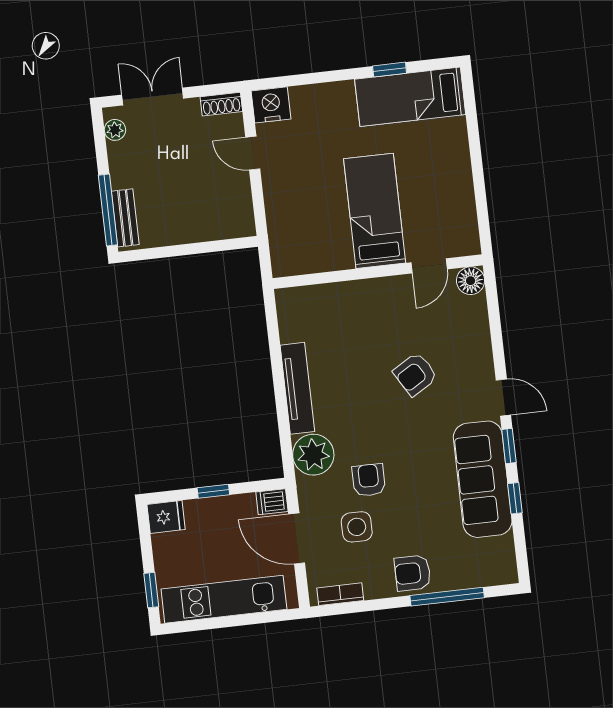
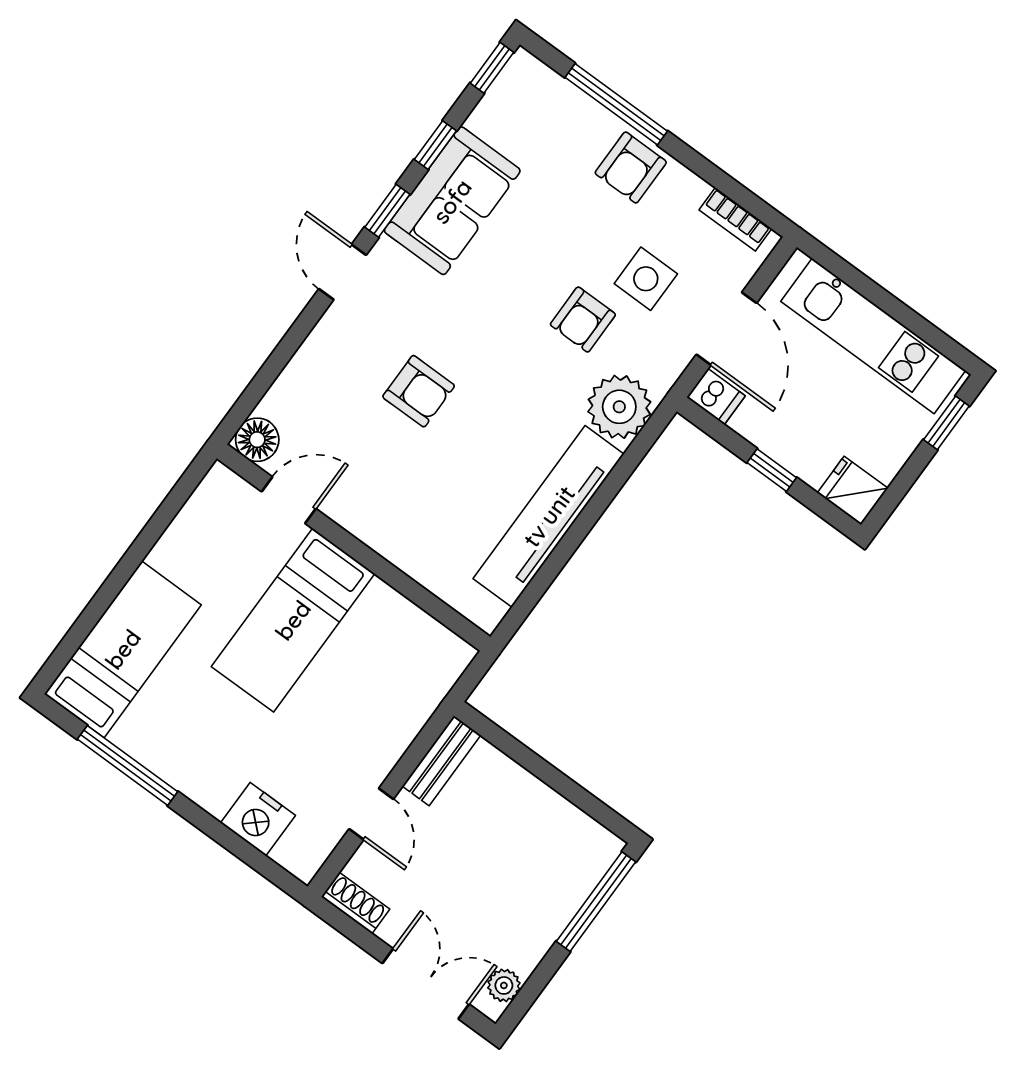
window: (390, 70) -> (127, 765), width x2.17
double door: (153, 97) -> (426, 984), swing flipped
bed: (410, 97) -> (123, 649), moved, turned -90
nightstand: (271, 105) -> (258, 819), moved
bench: (125, 218) -> (442, 761), moved
armchair: (415, 374) -> (419, 391), turned 31
tv unit: (297, 388) -> (549, 516), width x1.36, depth x1.29
sofa: (483, 479) -> (452, 201), width x0.73
window: (522, 560) -> (492, 68), added
armchair: (413, 573) -> (631, 167), turned 90

